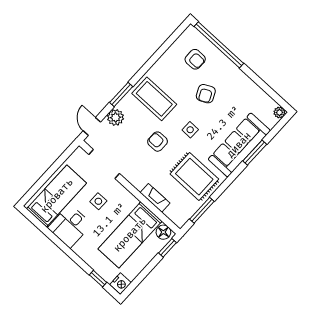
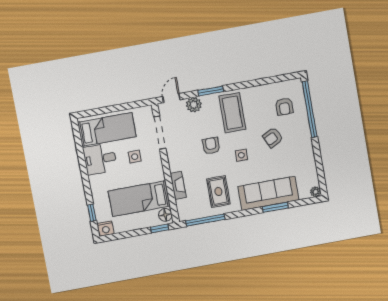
rug: (194, 177) -> (218, 192), width x0.73, depth x0.70
window: (202, 210) -> (205, 220), width x1.44

